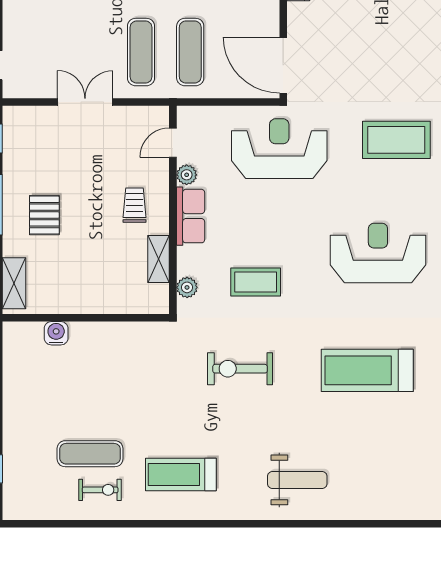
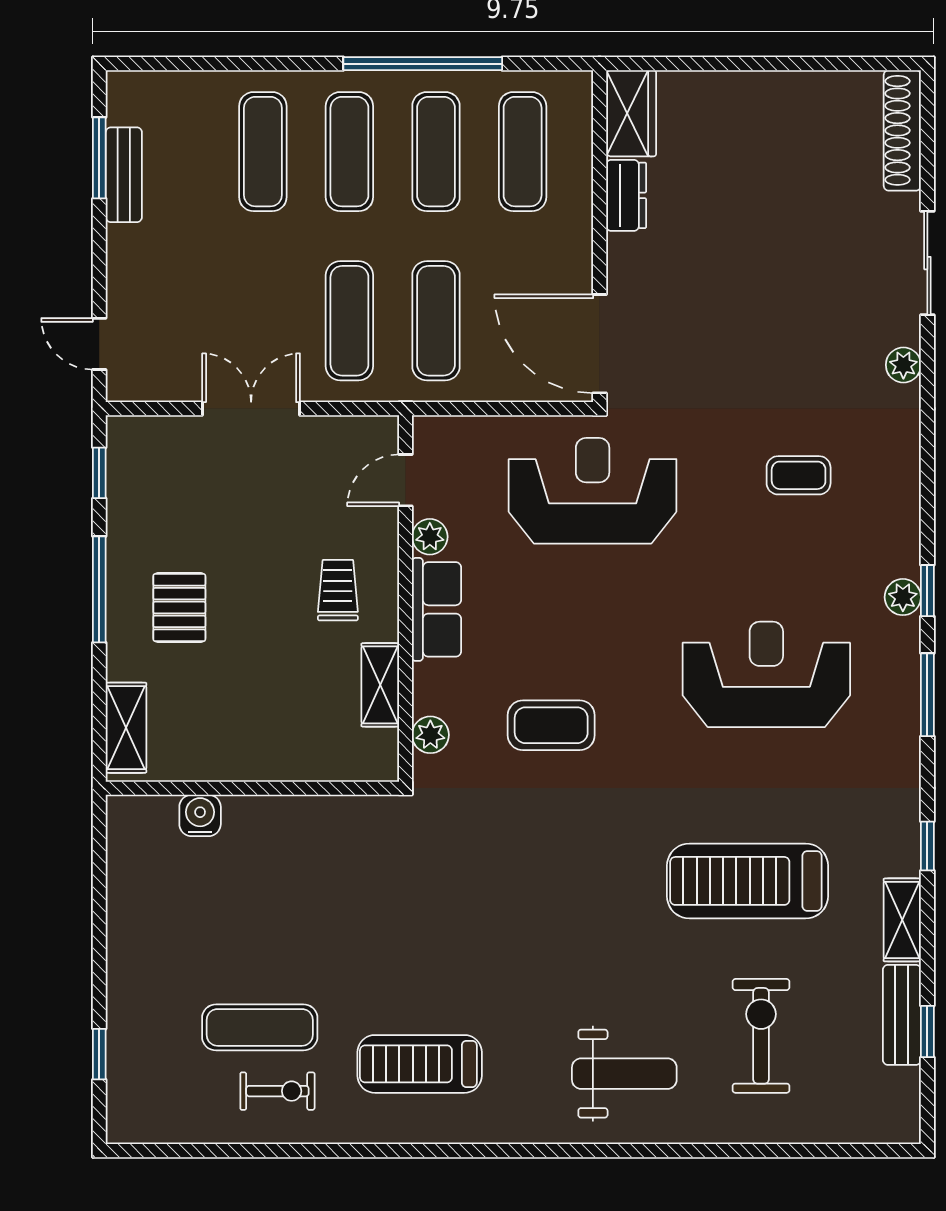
coffee table: (396, 140) -> (799, 475), width x0.54, depth x0.58
exercise bike: (240, 369) -> (761, 1036), moved, turned 90

